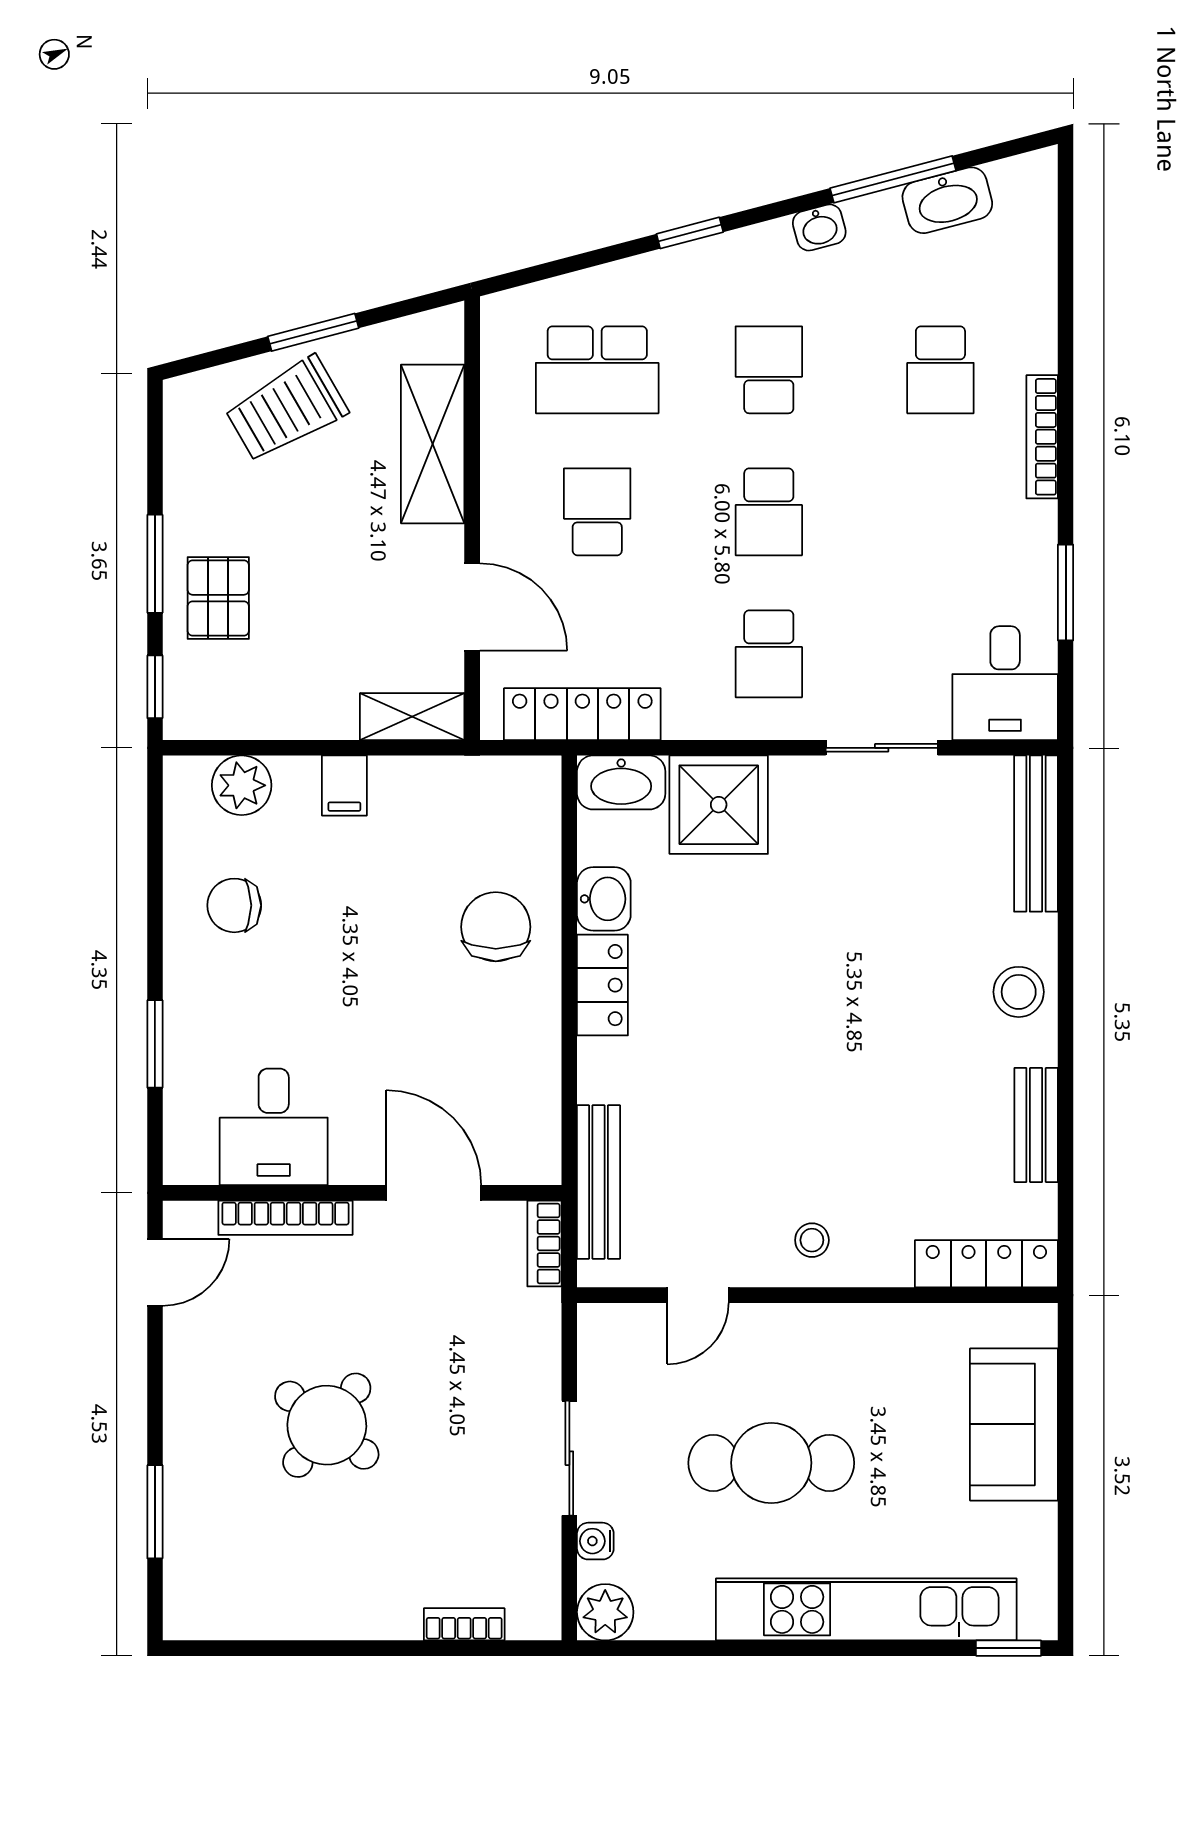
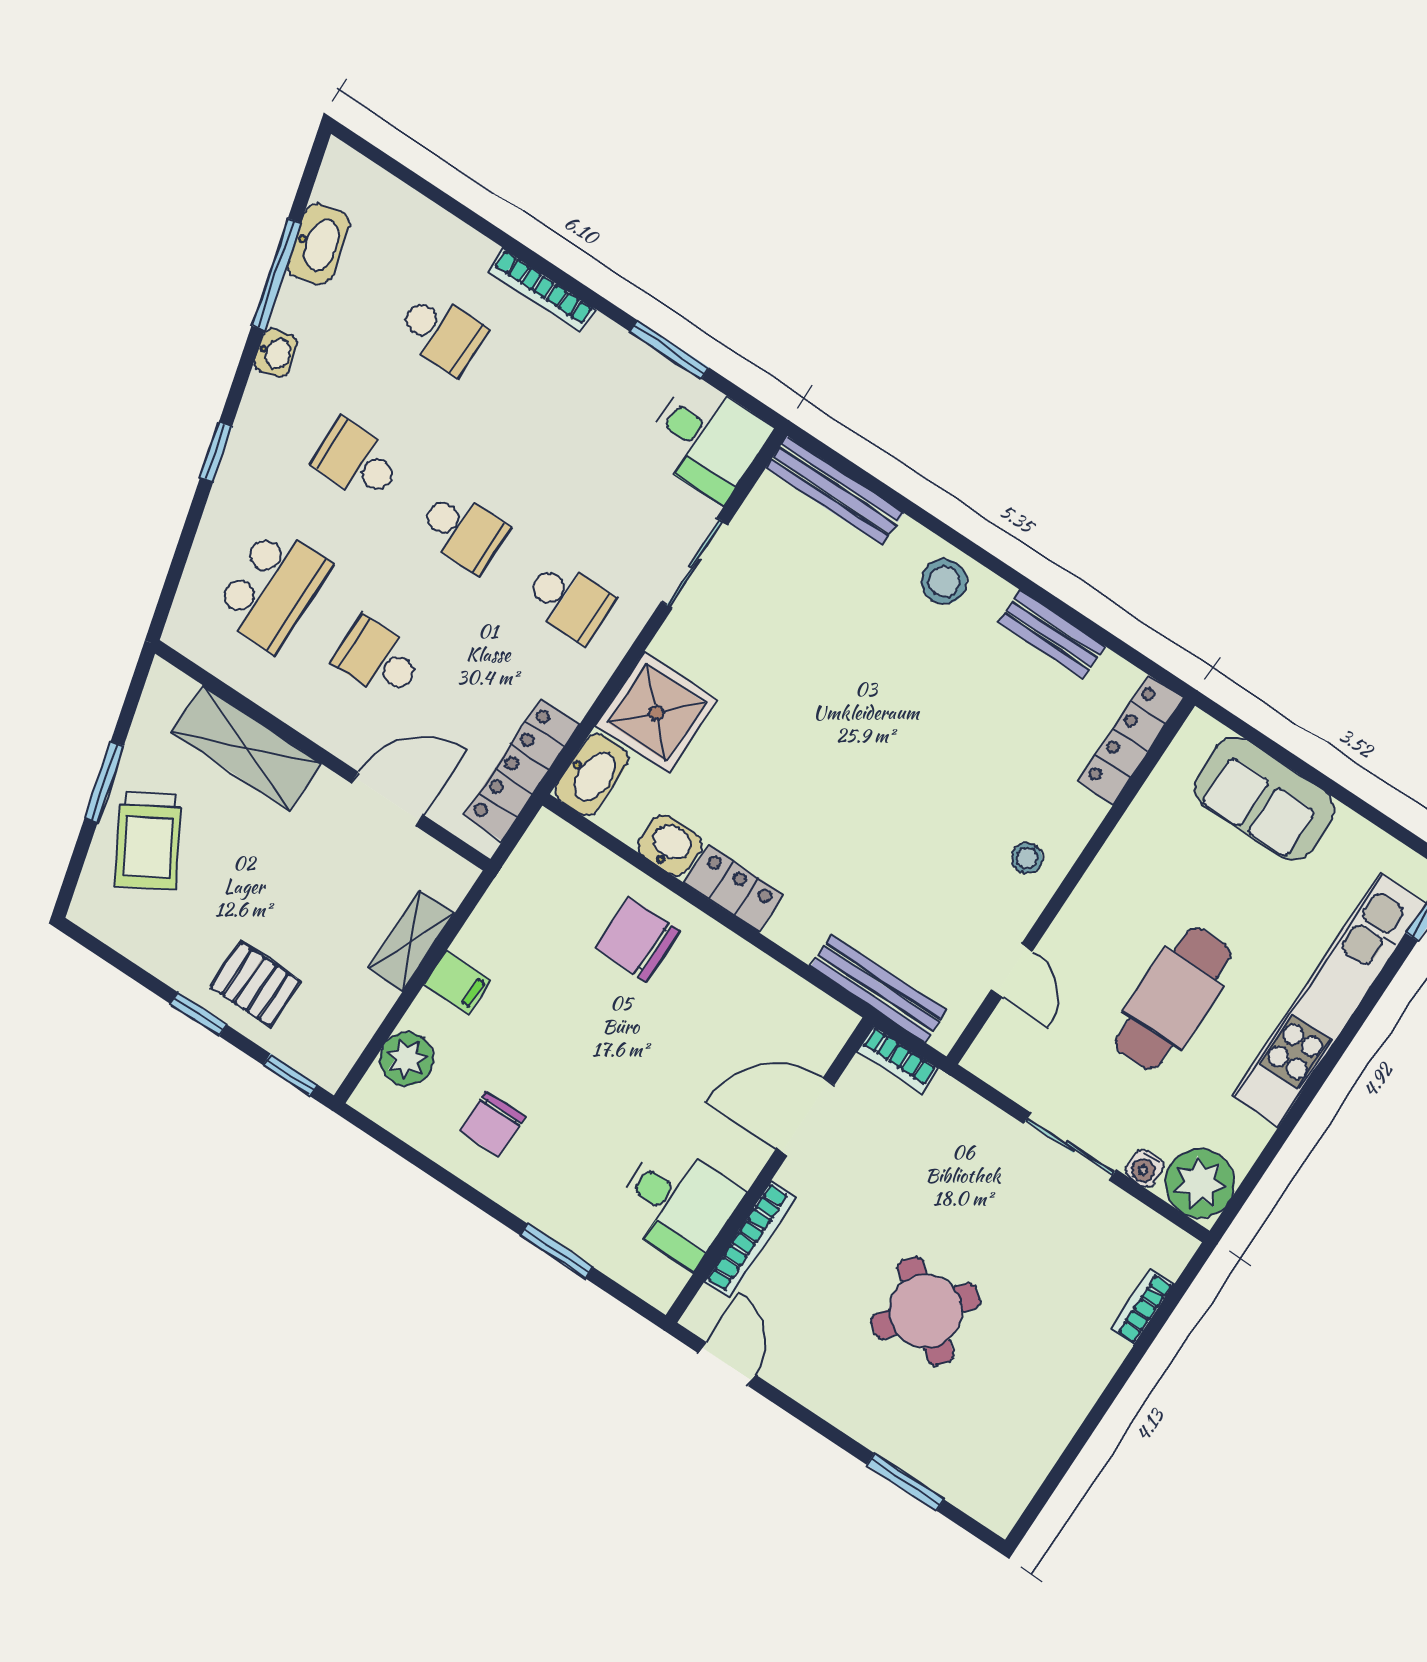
window: (155, 564) -> (199, 1014), width x0.67
shelving: (412, 717) -> (411, 941), moved
plant: (605, 1612) -> (1200, 1183), width x1.36, depth x1.36

